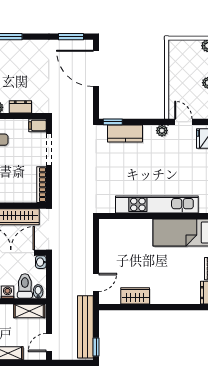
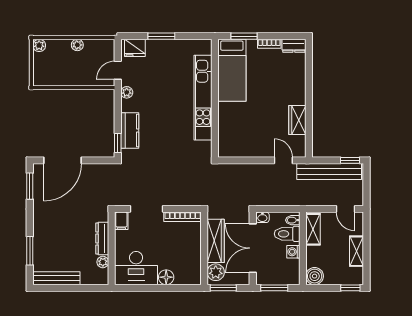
dresser: (20, 107) -> (102, 238), width x1.44

